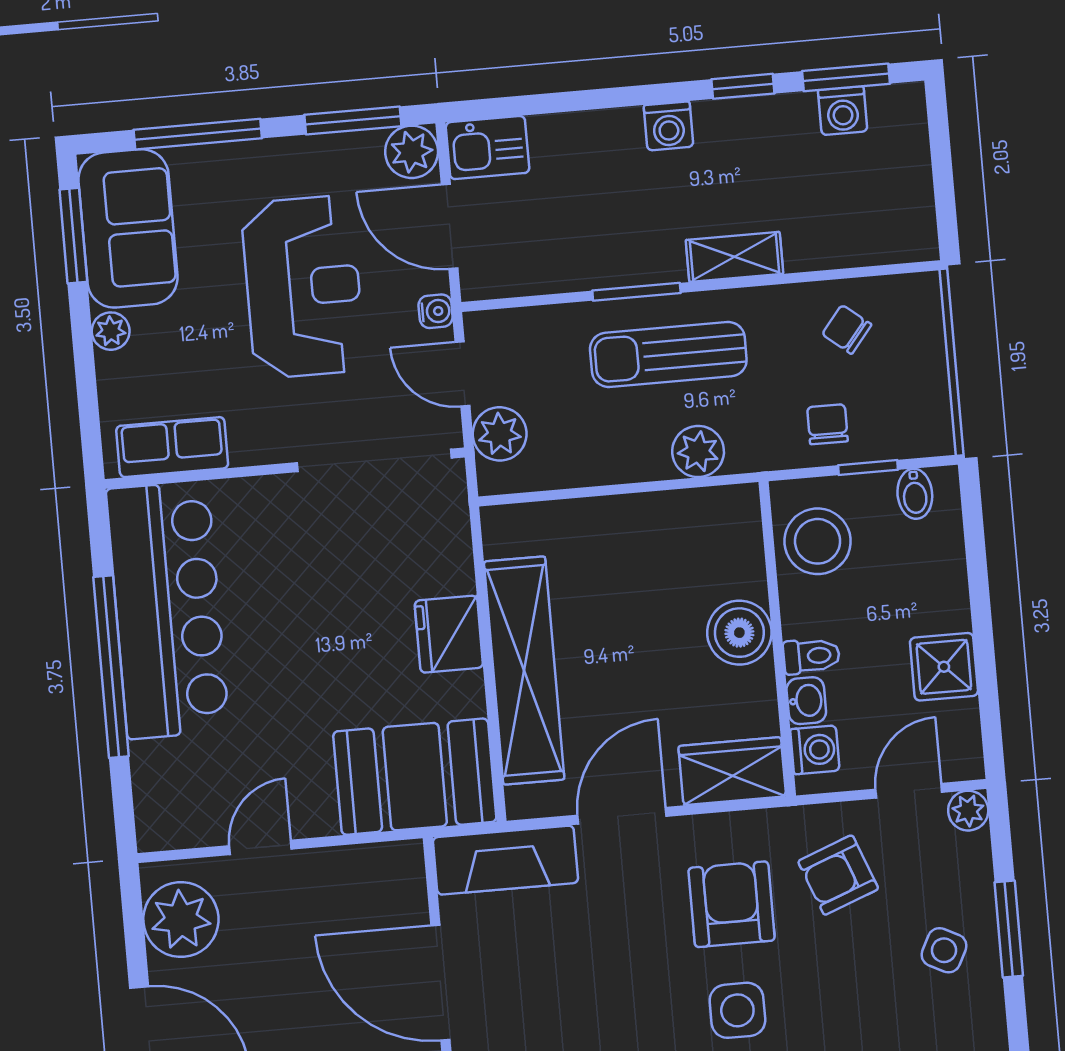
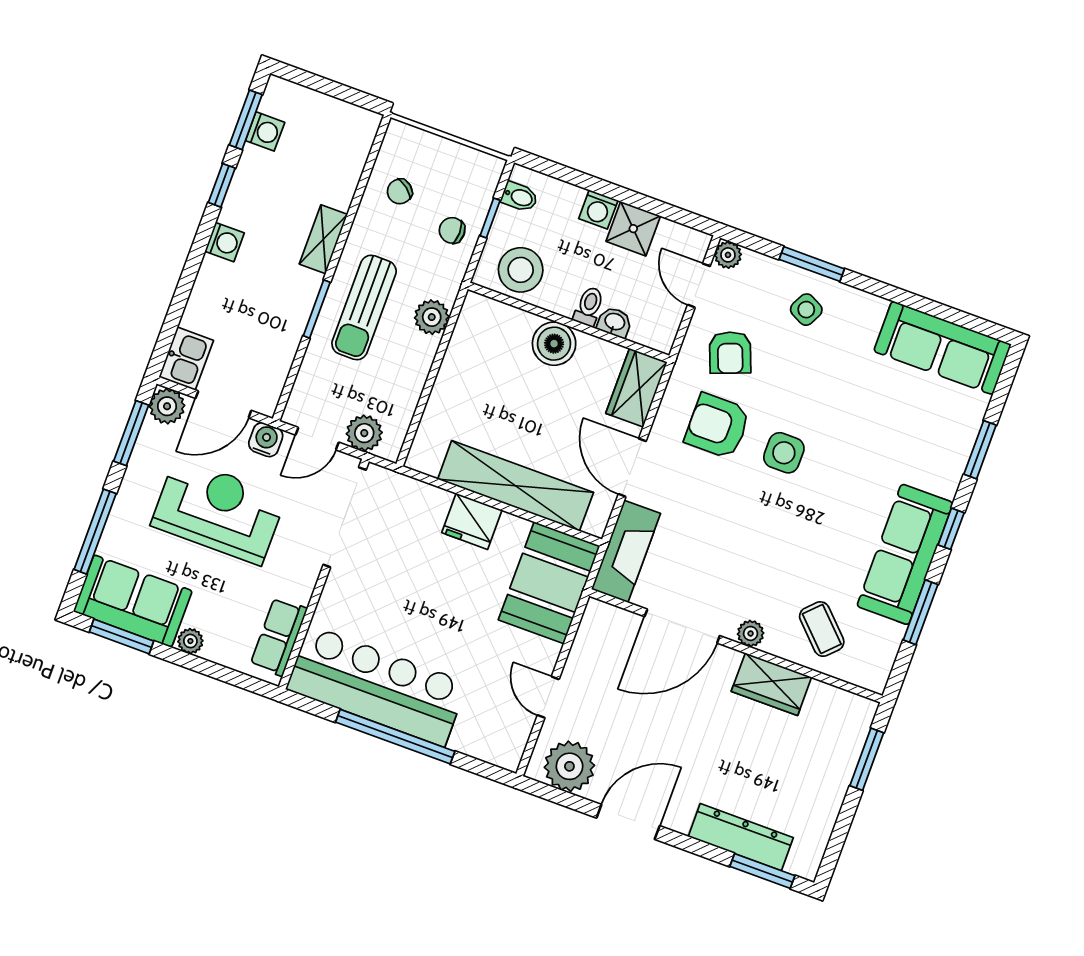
water cooler: (436, 311) -> (266, 440), width x1.38, depth x1.38
washing machine: (815, 750) -> (598, 209), moved, turned 180

